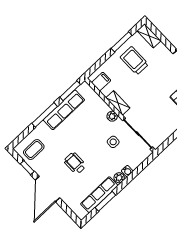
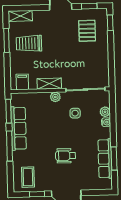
plant: (119, 178) -> (105, 112), moved

